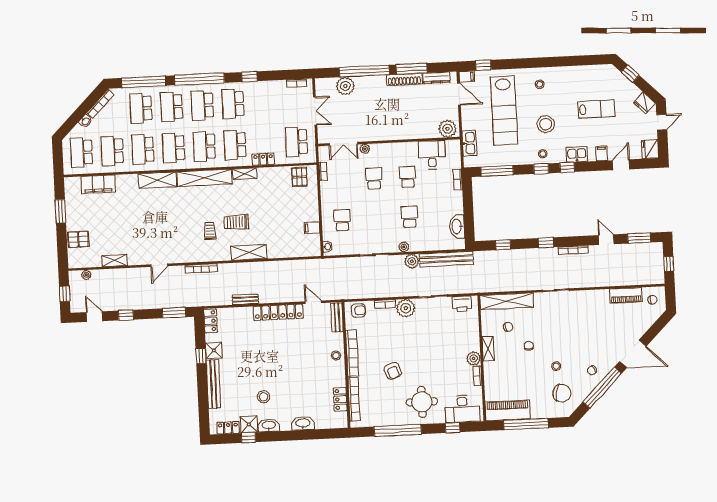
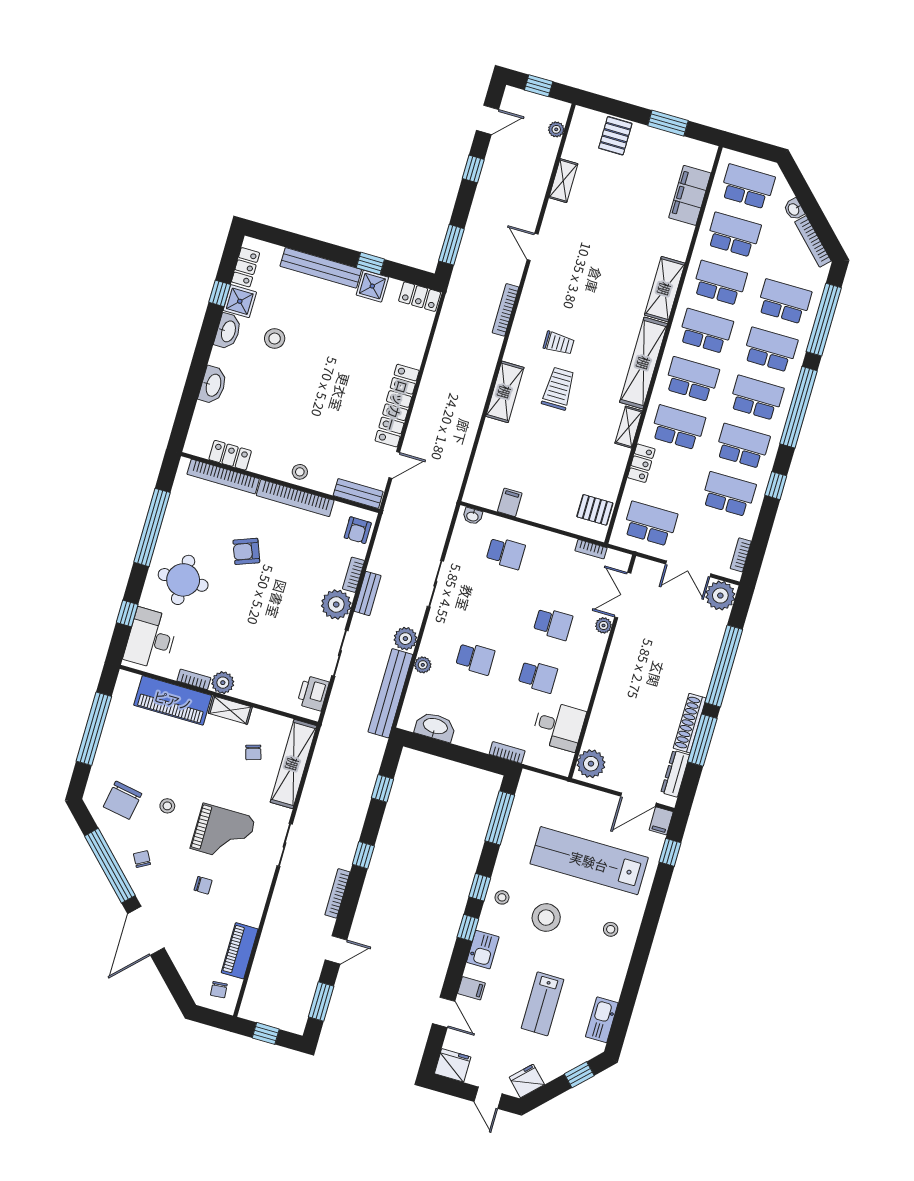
plant: (345, 86) -> (720, 596), moved
school desk: (264, 102) -> (729, 494), added
kitchen sink: (469, 143) -> (602, 1020), moved, turned 90
plant: (404, 247) -> (423, 665), moved
bench: (245, 299) -> (368, 593), moved
grand piano: (561, 328) -> (223, 833), added
chair: (529, 346) -> (203, 885), moved
piano: (508, 410) -> (173, 700), moved, turned 90

